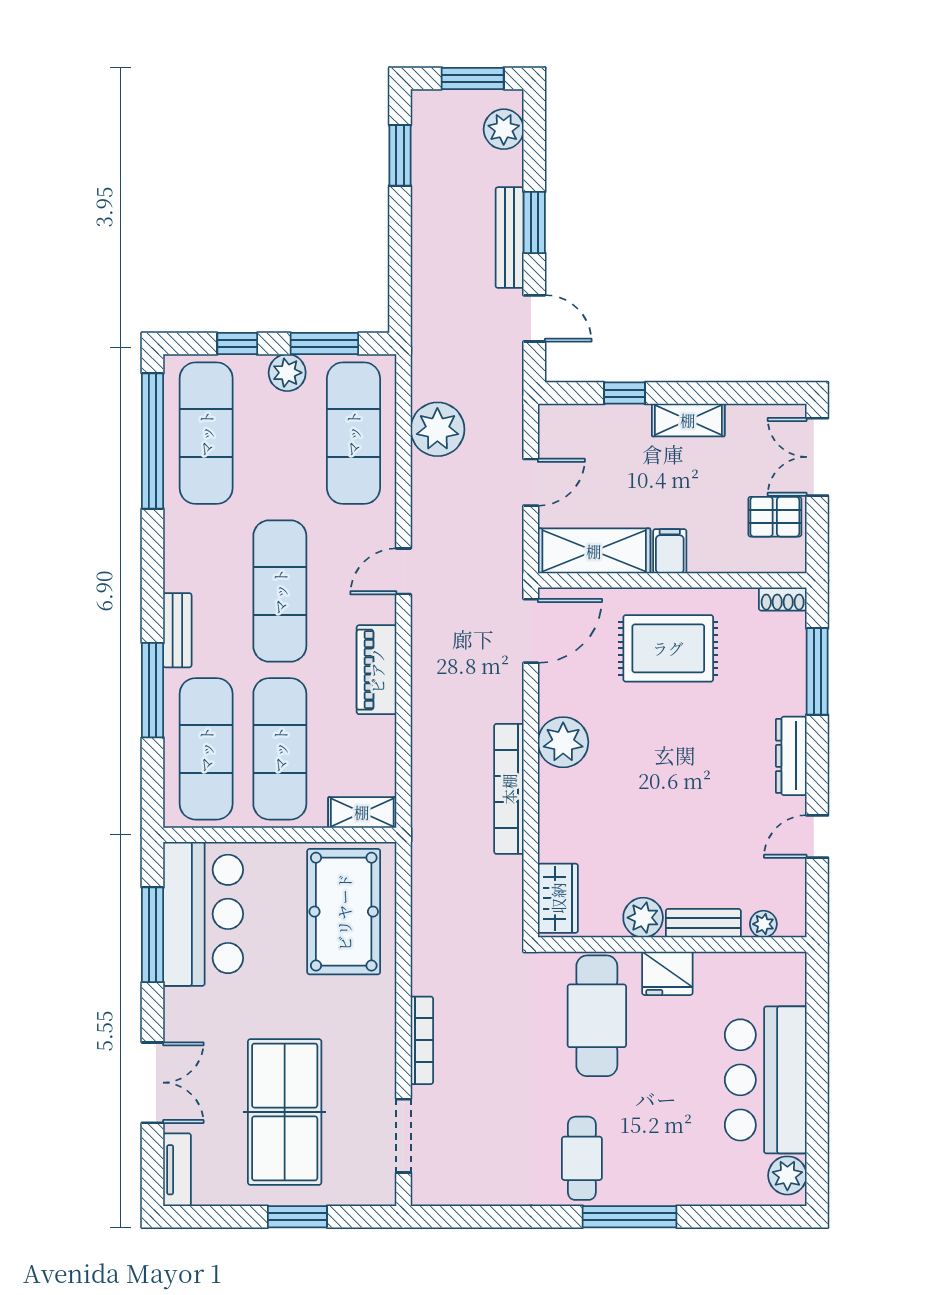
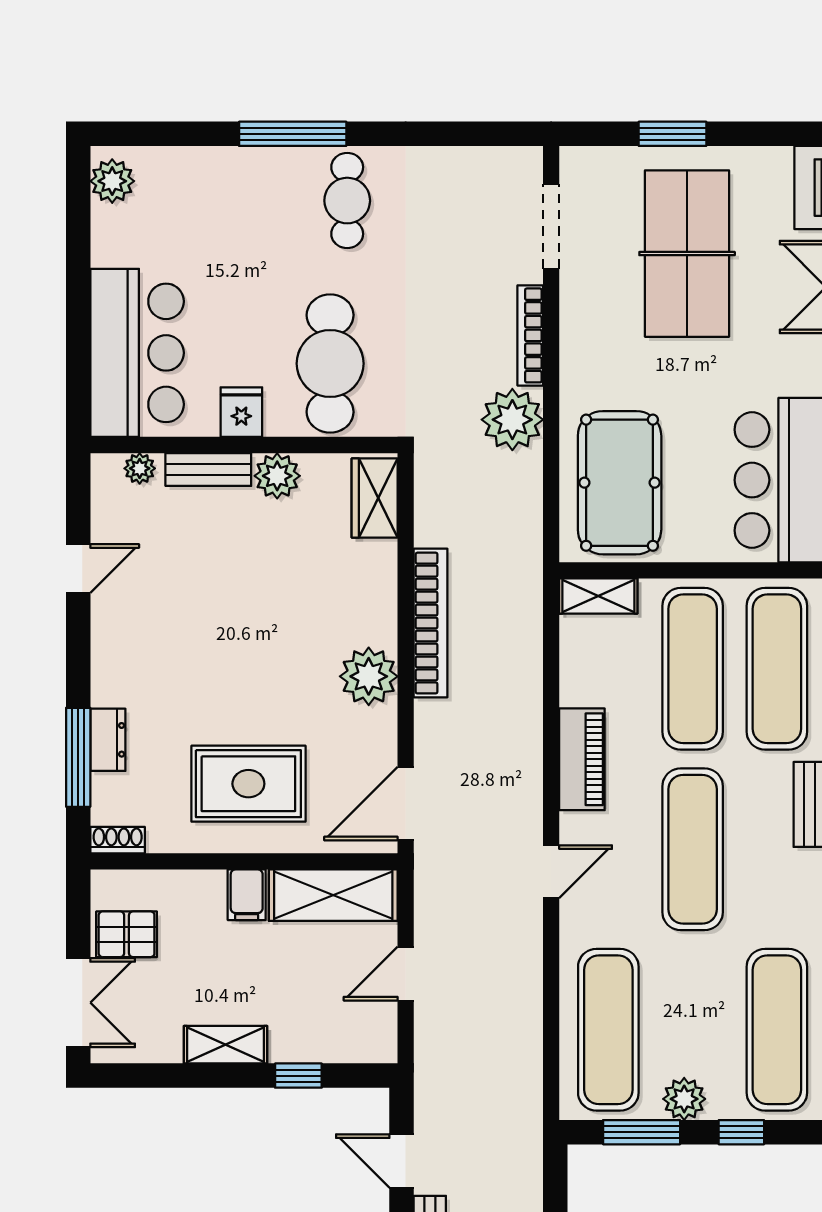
plant: (437, 429) -> (512, 420), moved
dresser: (791, 756) -> (108, 740), moved, width x0.70
fridge: (667, 973) -> (241, 412), width x0.72
bar counter: (766, 1080) -> (137, 353), moved

